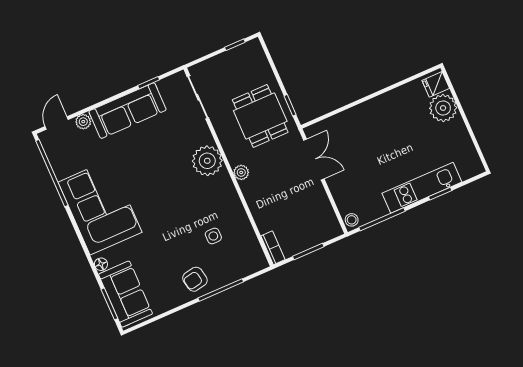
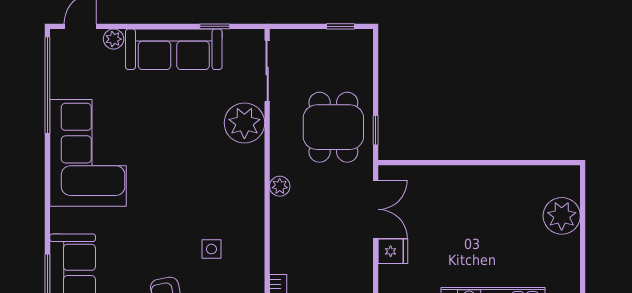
fridge: (436, 84) -> (393, 251), moved, turned 180
plant: (207, 161) -> (244, 123), moved
floor lamp: (101, 264) -> (59, 223), removed

